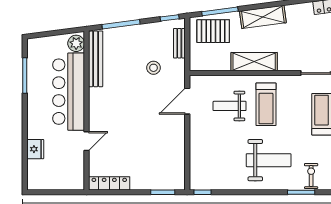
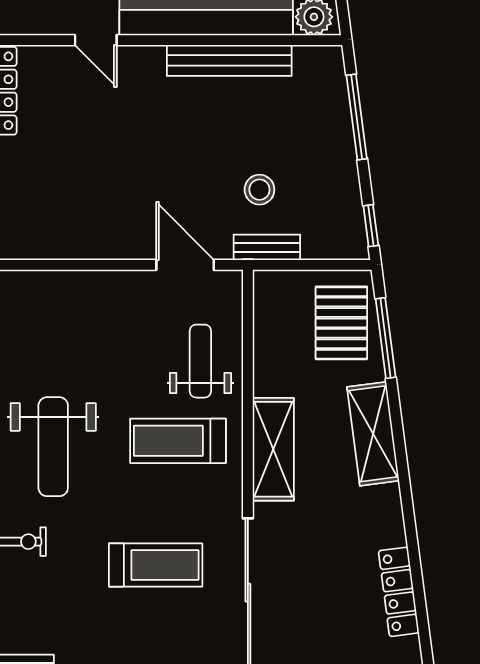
bench: (179, 43) -> (267, 247), moved
bench: (96, 59) -> (229, 60), moved
shelving: (254, 62) -> (273, 449), moved
weight bench: (230, 106) -> (200, 361), moved

